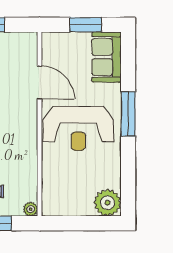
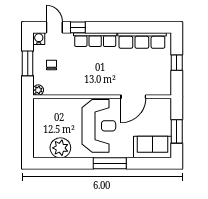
reception desk: (78, 128) -> (99, 126), turned 180
plant: (108, 203) -> (60, 148), moved

